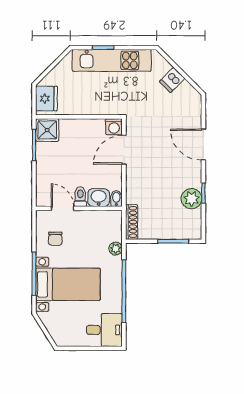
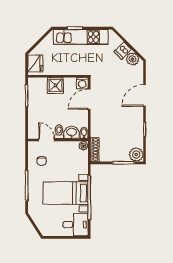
plant: (186, 92) -> (132, 59), added
shower: (47, 130) -> (55, 85), moved
door: (203, 145) -> (145, 96), hinge flipped
plant: (192, 199) -> (136, 155), moved
plant: (116, 249) -> (83, 146), moved
bed with nightstands: (68, 284) -> (66, 193), moved, turned 180

